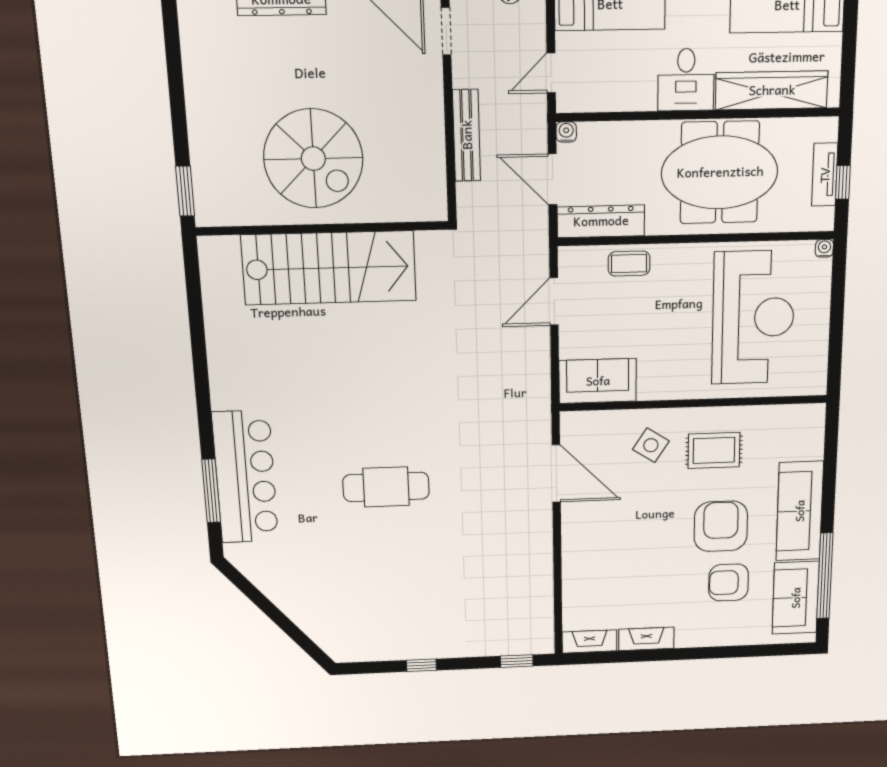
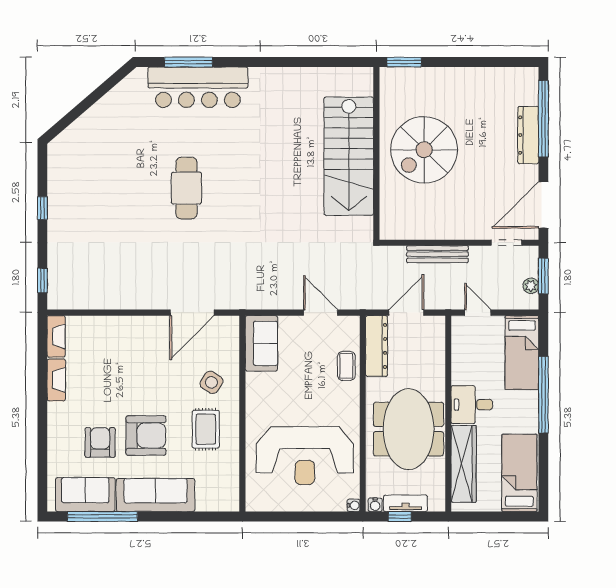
water cooler: (566, 132) -> (375, 505), moved, turned 90

